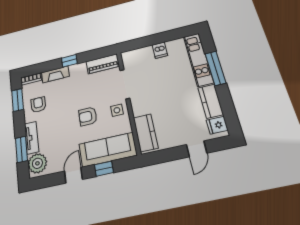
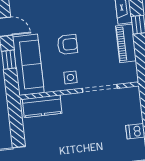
piano: (103, 64) -> (126, 43), moved
armchair: (88, 116) -> (67, 45), turned 90

